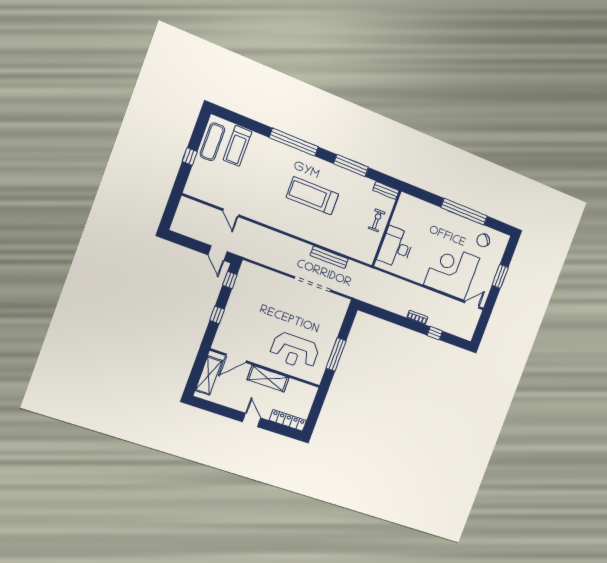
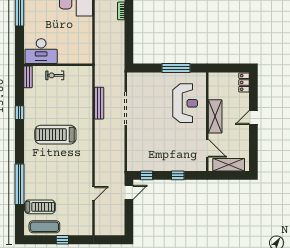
window: (294, 142) -> (19, 184), moved
window: (351, 166) -> (19, 113), width x0.46
treadmill: (312, 196) -> (55, 135), turned 90
desk: (396, 247) -> (41, 51), moved
locker: (288, 420) -> (244, 82), width x0.66

